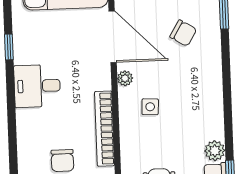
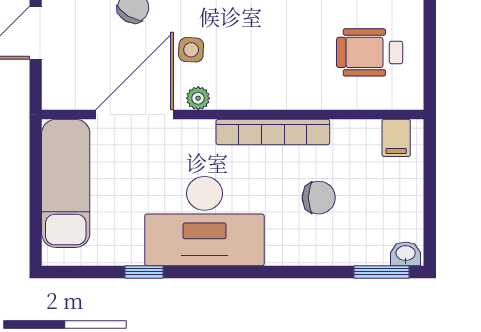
desk: (37, 86) -> (204, 221), width x1.87, depth x1.30
side table: (150, 107) -> (191, 50), moved

